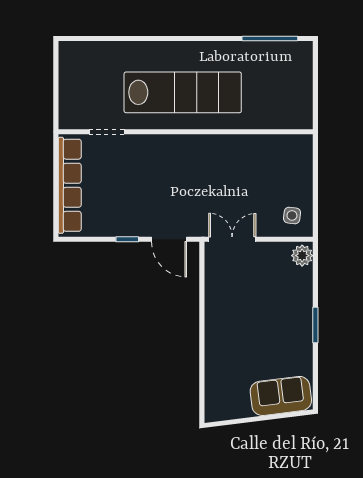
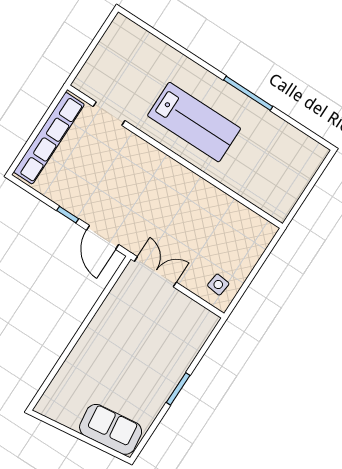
window: (270, 39) -> (248, 93), moved
lab bench: (183, 92) -> (194, 122), width x0.73
plant: (302, 256) -> (205, 324), removed

